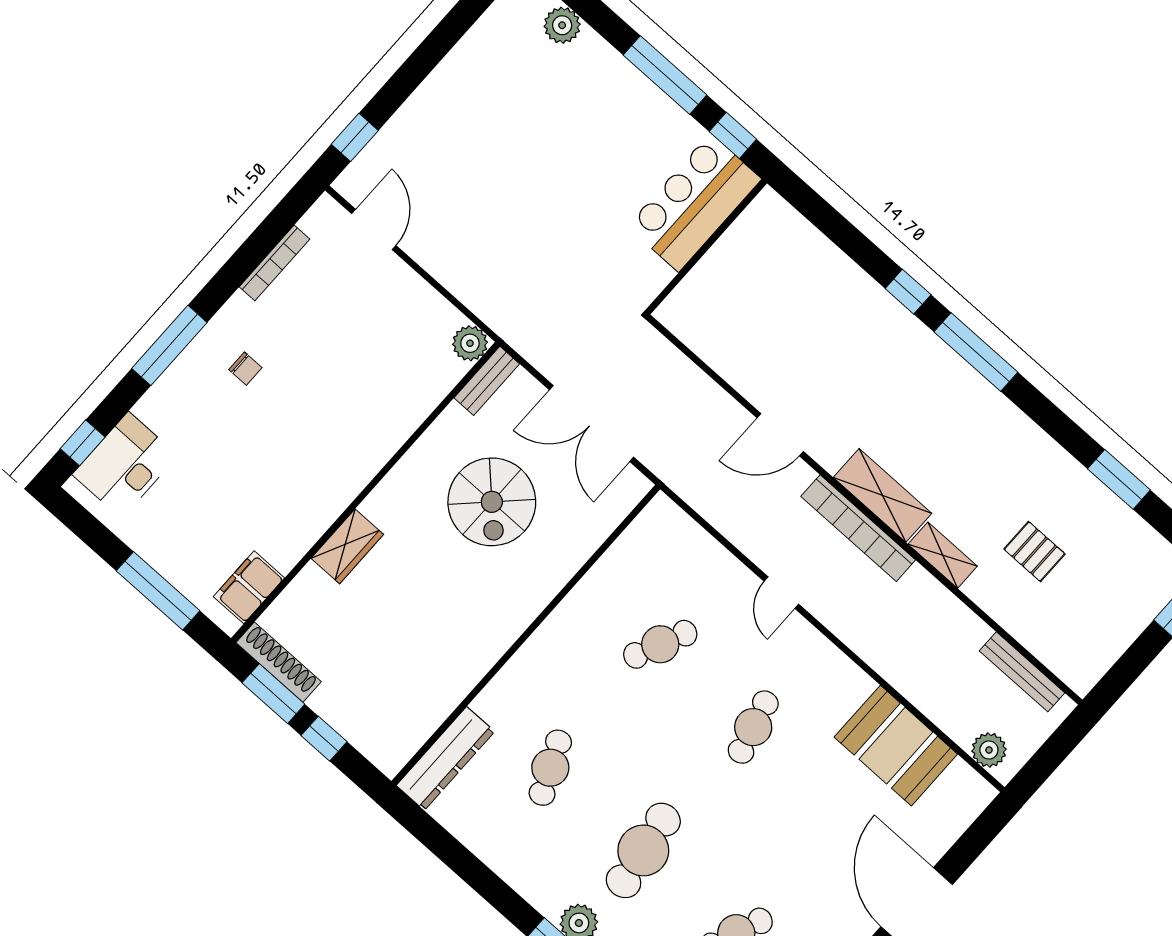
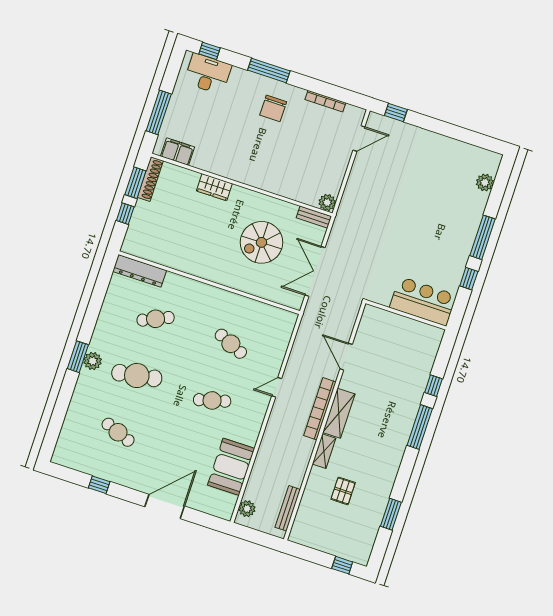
bar counter: (694, 203) -> (423, 301), moved
wall: (706, 247) -> (406, 315), moved
chair: (245, 369) -> (273, 108), width x1.87, depth x1.87

